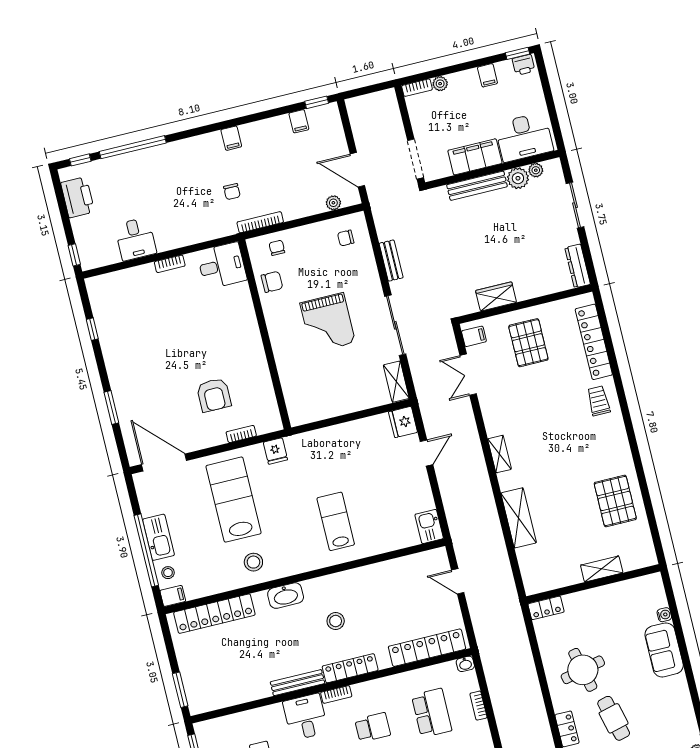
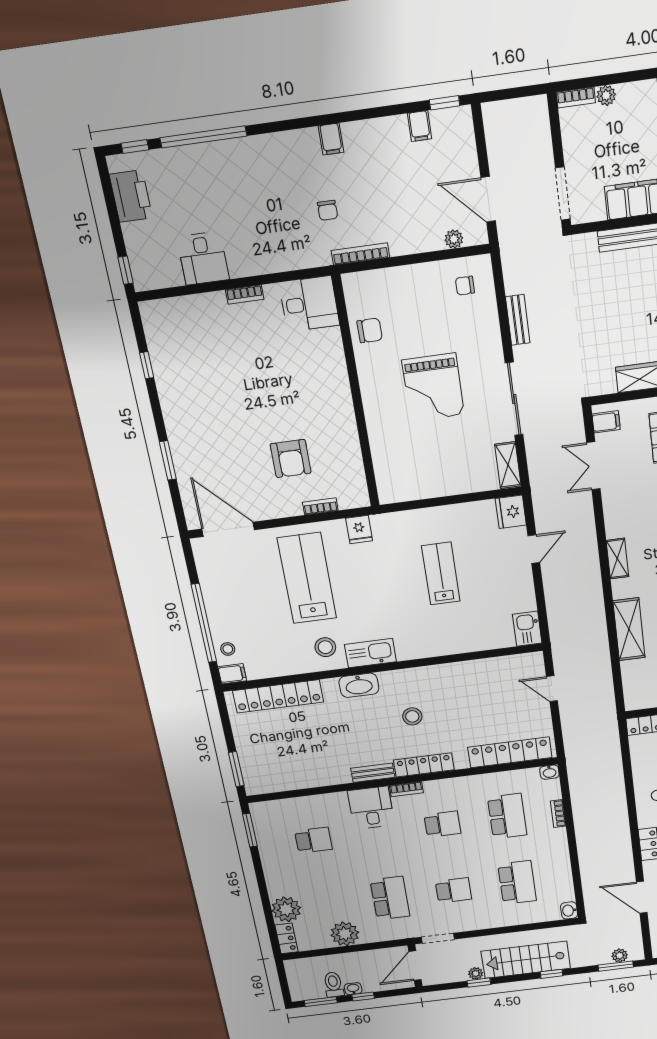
chair: (277, 248) -> (379, 289), removed
lab bench: (336, 521) -> (441, 574), moved
kitchen sink: (158, 537) -> (370, 653), moved, turned -90
bench: (297, 683) -> (373, 773), width x0.73

